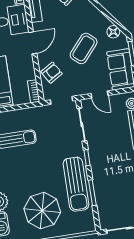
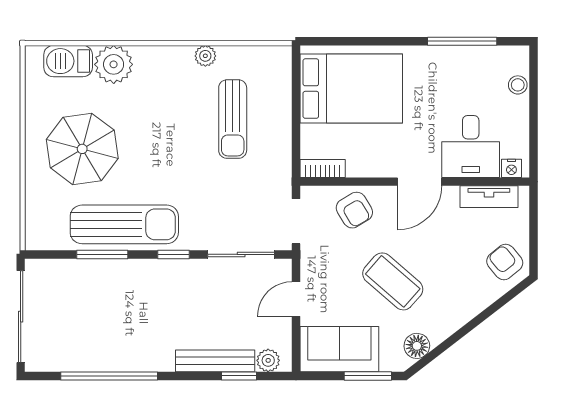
door: (33, 43) -> (420, 182), hinge flipped
sun lounger: (76, 184) -> (124, 224), turned 180

